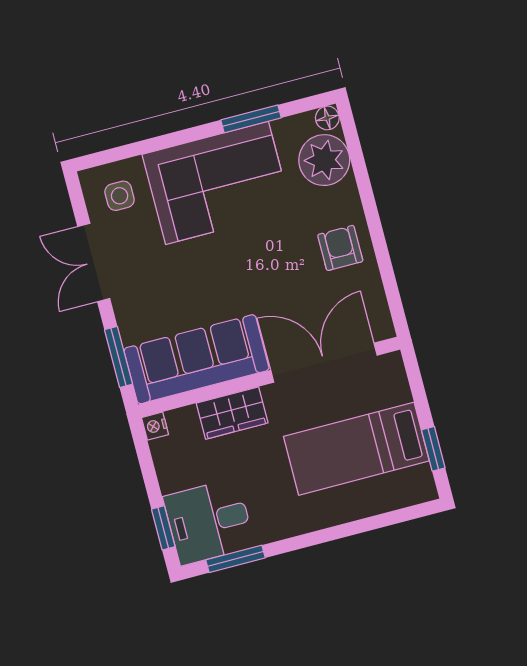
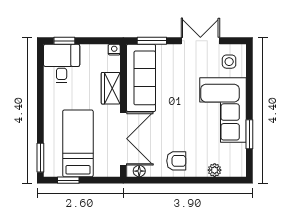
floor lamp: (327, 118) -> (139, 171), moved
plant: (324, 160) -> (215, 170), width x0.53, depth x0.53
window: (236, 559) -> (40, 158), moved

